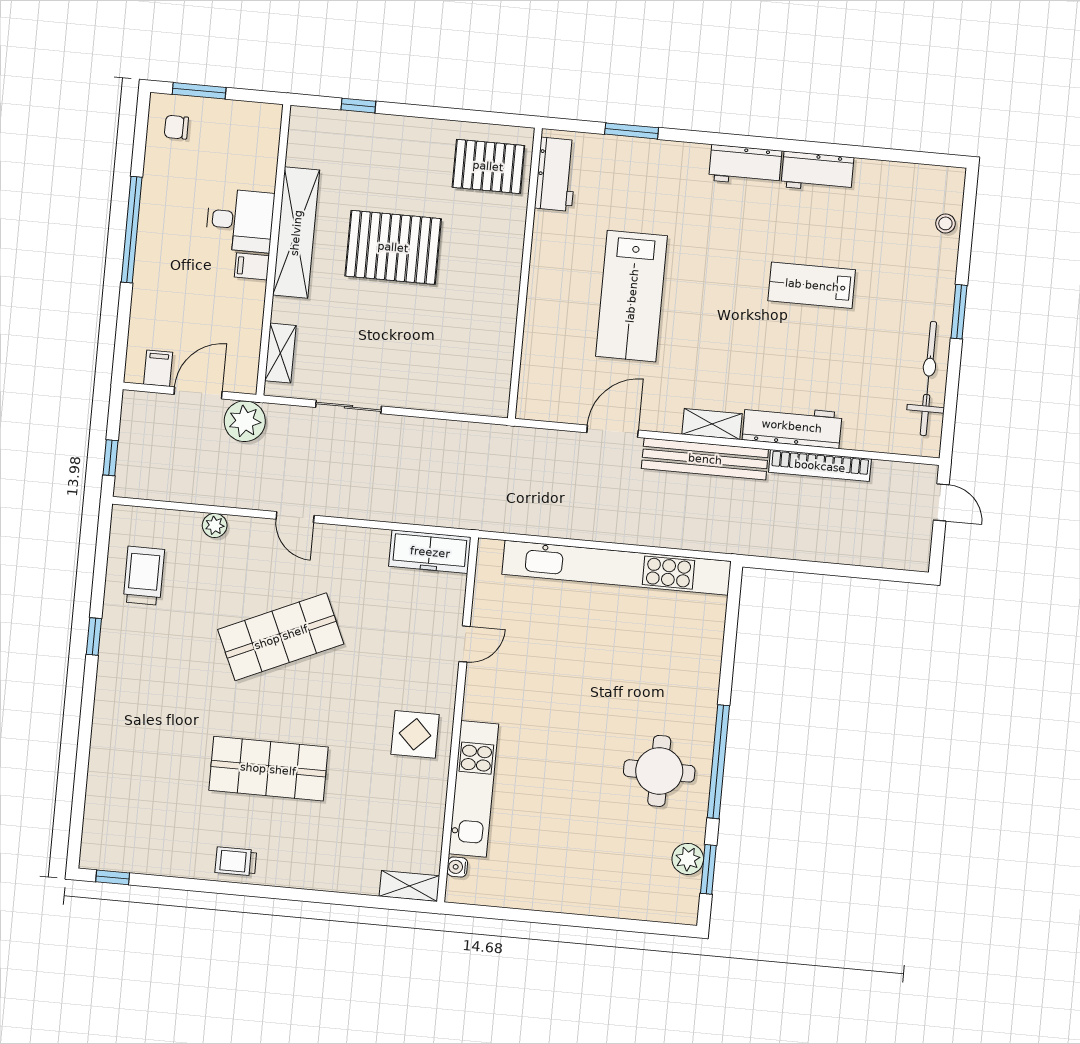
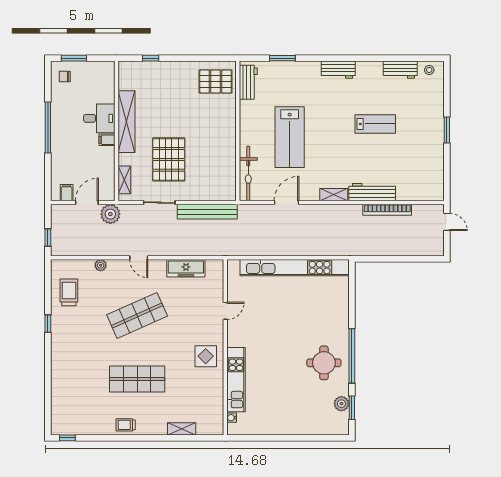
workbench: (817, 172) -> (400, 70), moved
stool: (945, 223) -> (429, 70), moved
pallet: (393, 247) -> (169, 159), moved, turned 90
lab bench: (812, 285) -> (375, 124), turned 180
bicycle: (928, 379) -> (248, 173), moved, turned 180
bench: (705, 459) -> (207, 212), moved
freezer: (430, 552) -> (186, 268), moved
shelving: (409, 886) -> (182, 429), moved

